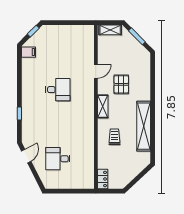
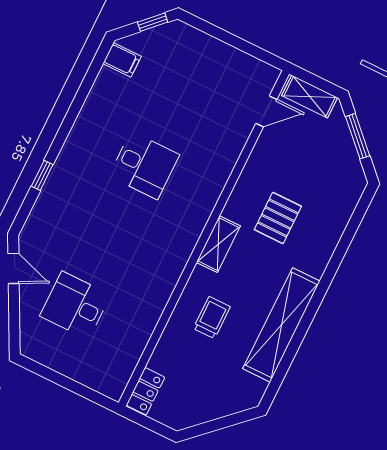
door: (96, 71) -> (266, 111), moved
door: (26, 156) -> (14, 268), hinge flipped

